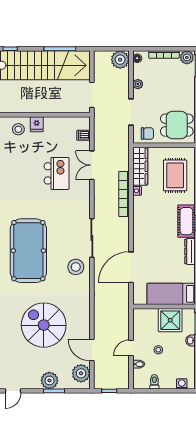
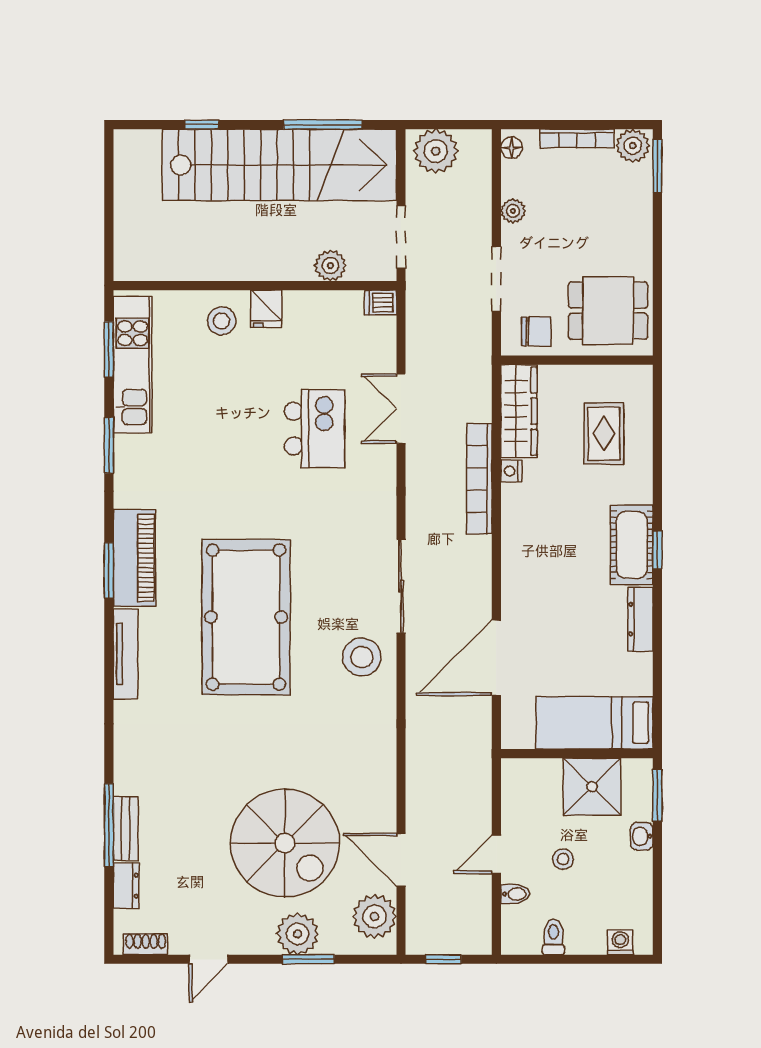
plant: (120, 60) -> (436, 151), moved
plant: (63, 107) -> (330, 266), added
dishwasher: (83, 135) -> (380, 303), moved
rug: (175, 175) -> (604, 434), width x0.73, depth x0.70
spiral stairs: (44, 325) -> (285, 843), moved, turned 180

